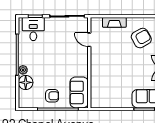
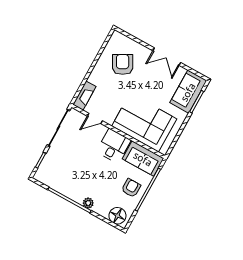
fireplace: (114, 22) -> (84, 96), moved
desk: (33, 29) -> (114, 146), moved, turned 90
corner sofa: (107, 78) -> (144, 122), added
floor lamp: (26, 82) -> (117, 216), moved

